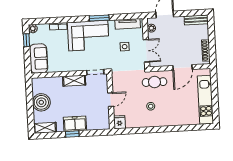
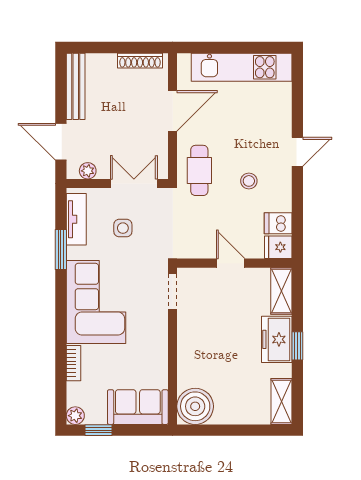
window: (99, 18) -> (61, 250), moved
bench: (196, 20) -> (76, 86), width x1.36
door: (183, 68) -> (173, 111), hinge flipped
shelving: (74, 81) -> (281, 291), moved
boiler: (41, 102) -> (195, 406), moved
dishwasher: (131, 122) -> (278, 223), added
door: (166, 129) -> (297, 152), added

